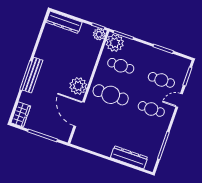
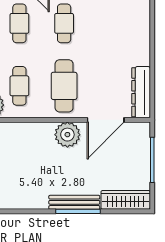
wardrobe: (21, 114) -> (126, 200), width x1.50
dresser: (129, 157) -> (141, 92), moved

